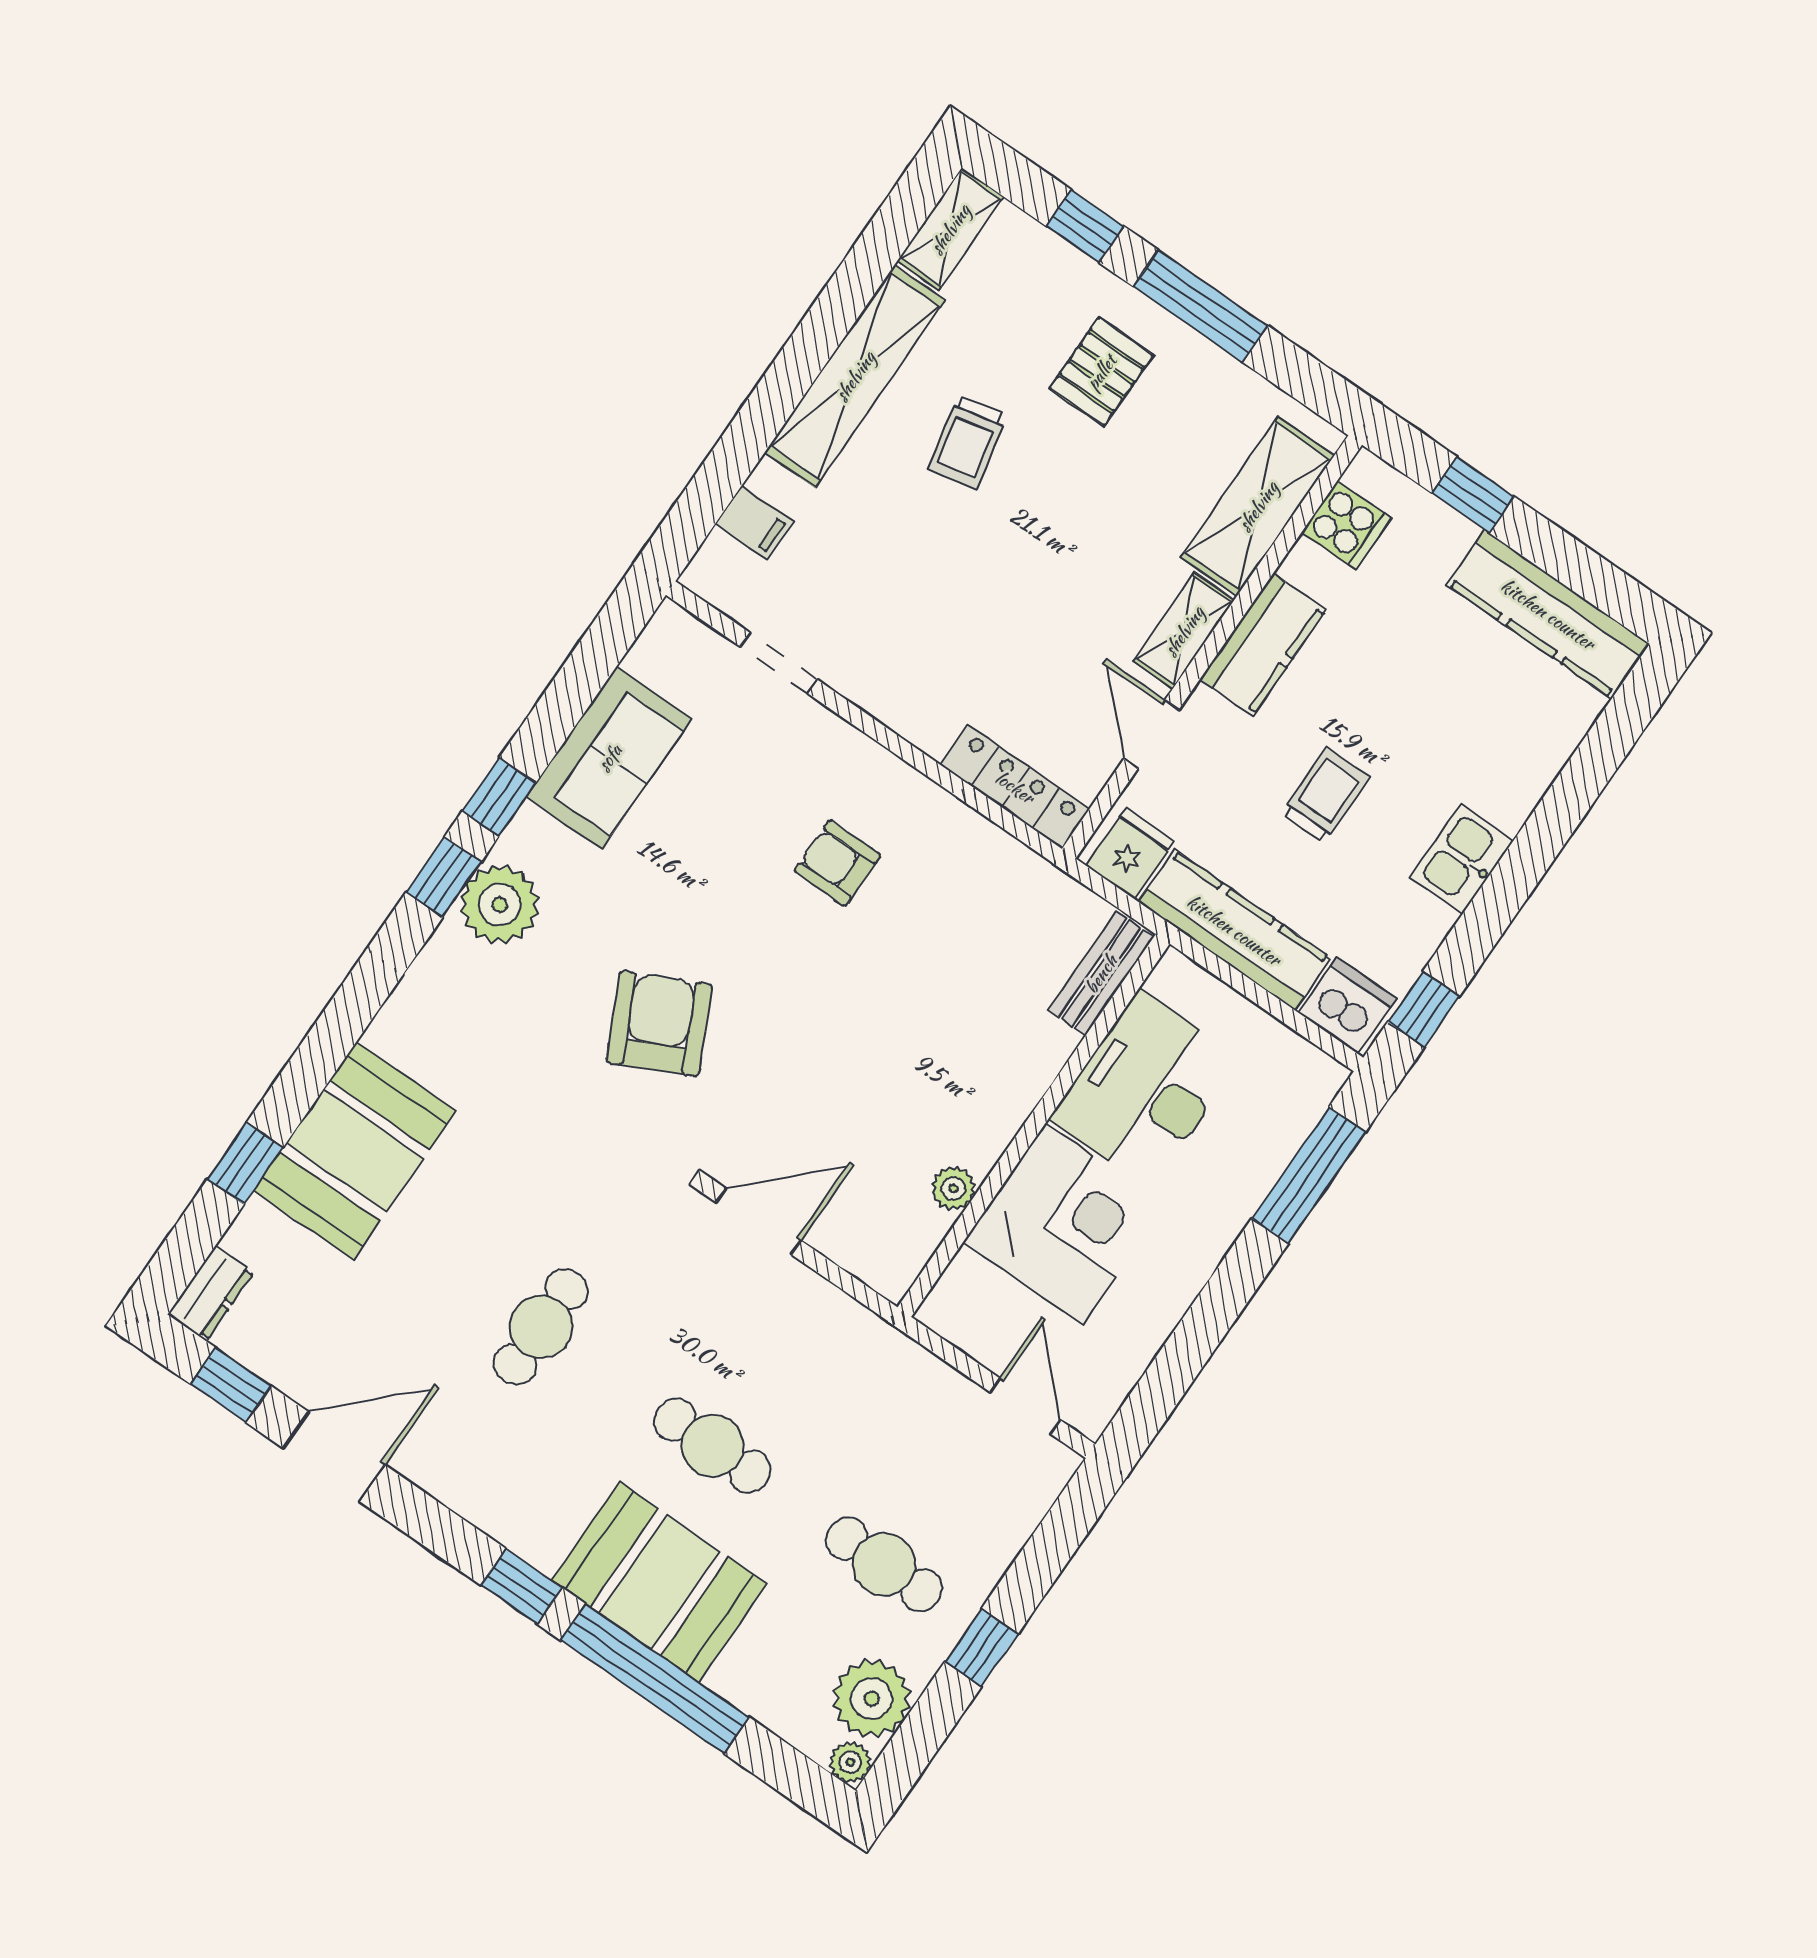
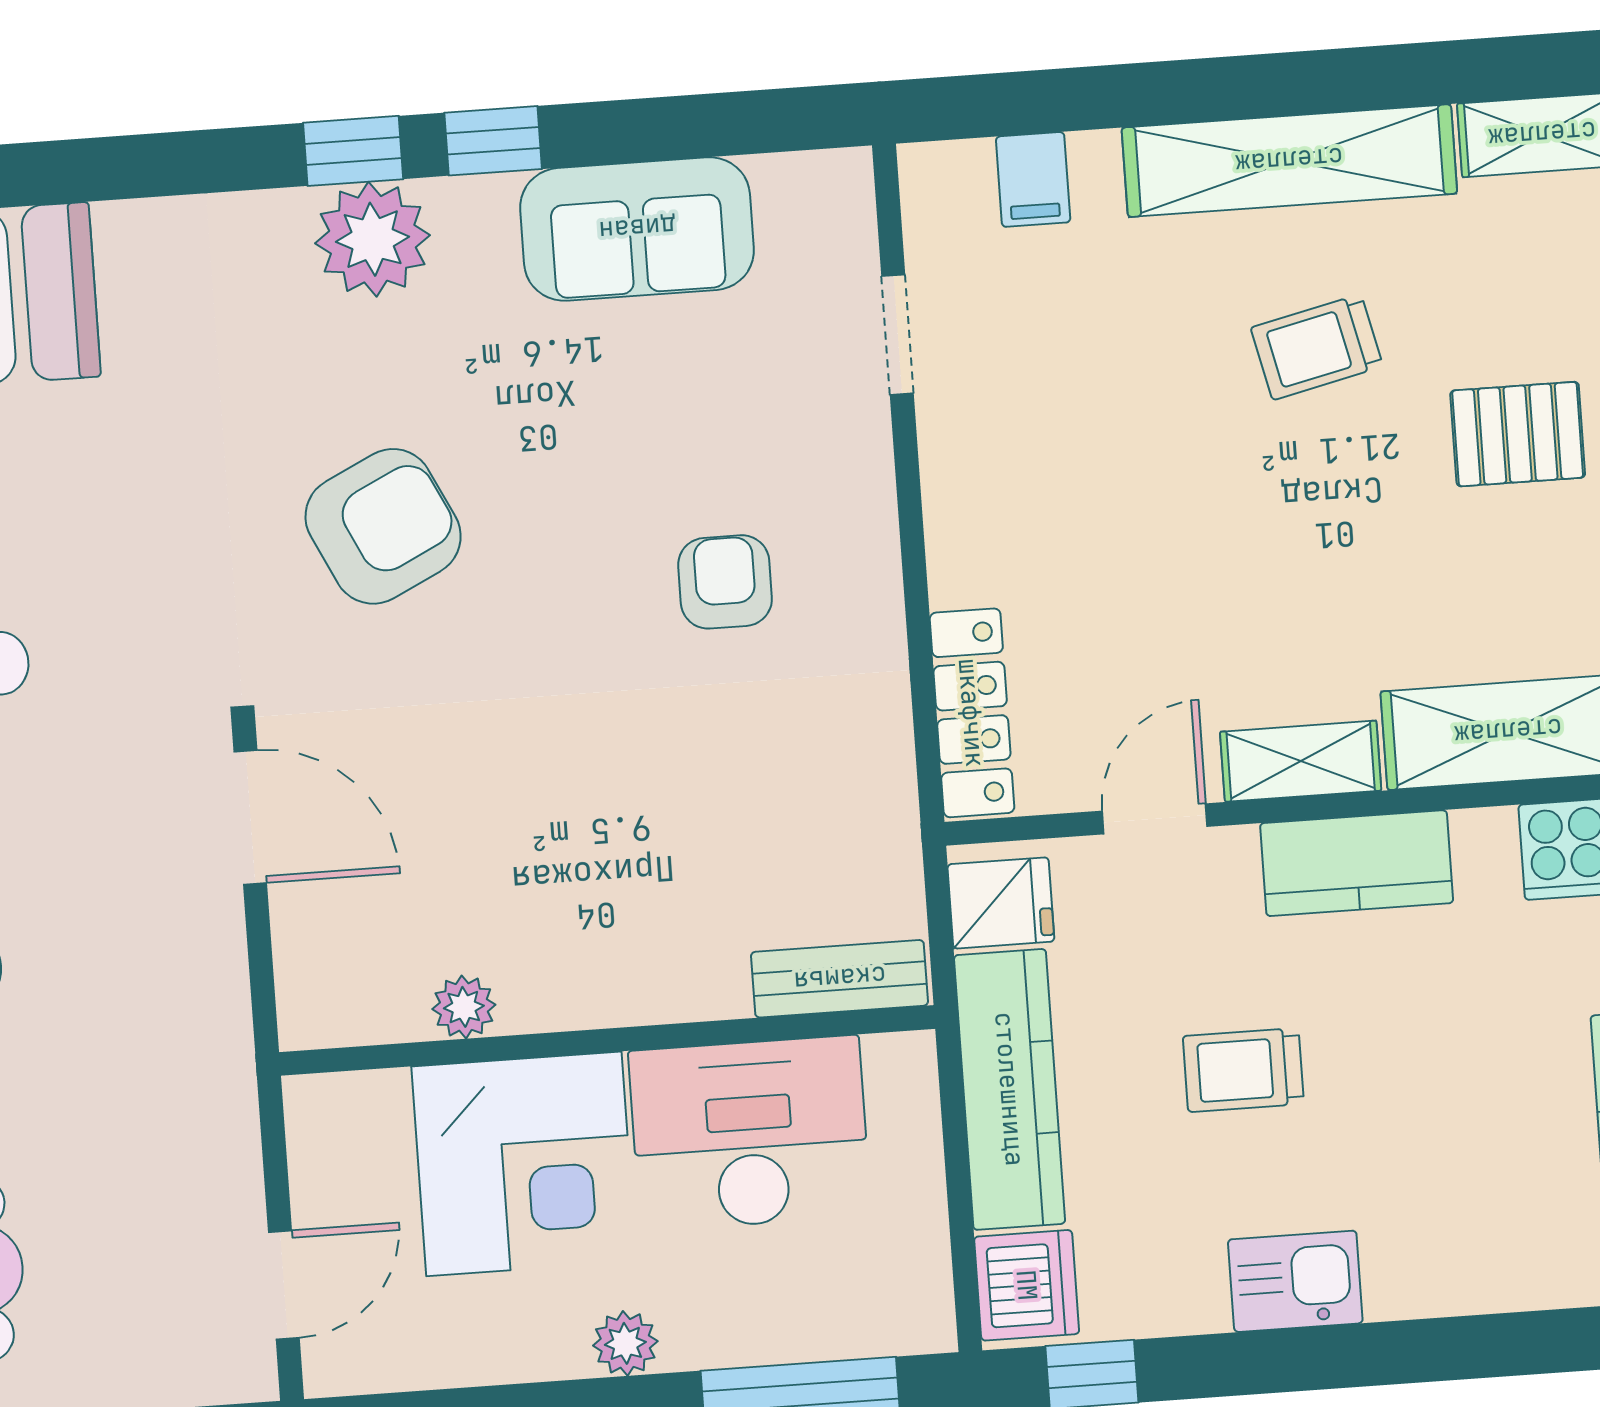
trolley: (1325, 795) -> (1243, 1070), turned 180
plant: (1205, 1247) -> (625, 1343), added

